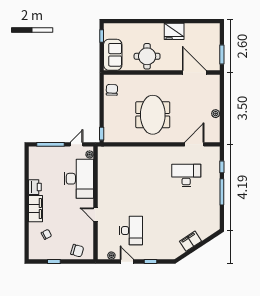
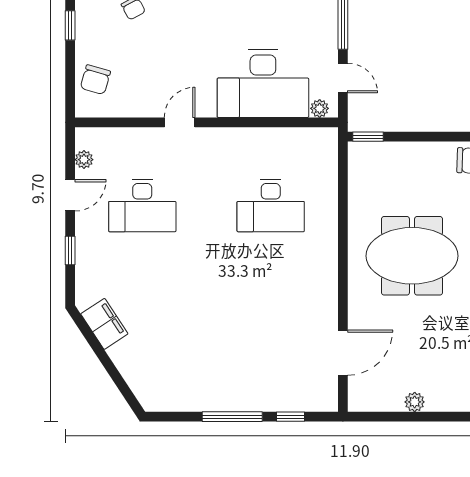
door: (194, 144) -> (343, 353), hinge flipped
desk: (186, 175) -> (271, 205), moved, turned 90
filing cabinet: (191, 241) -> (104, 324), moved

